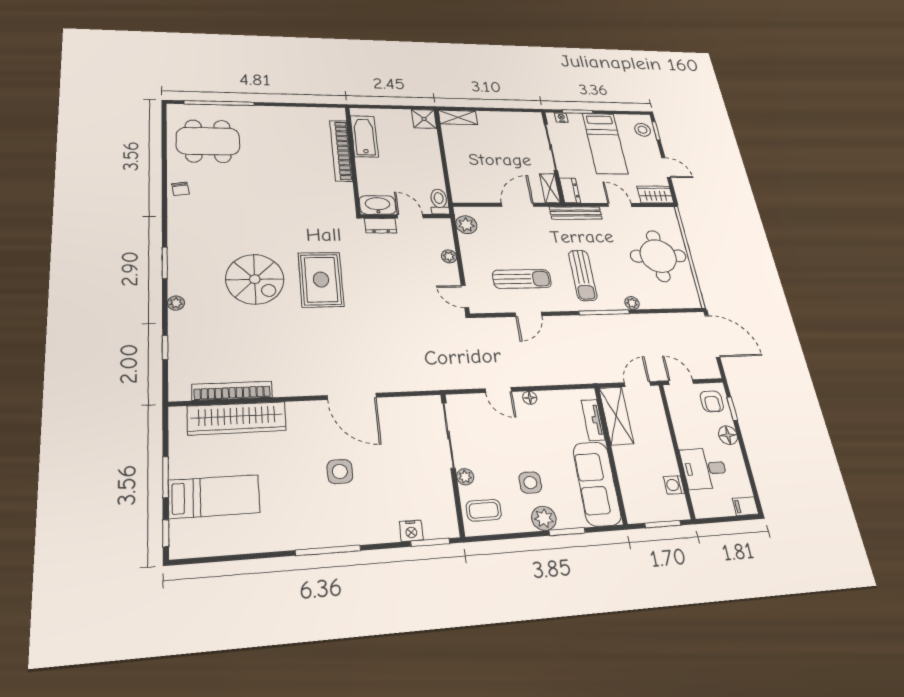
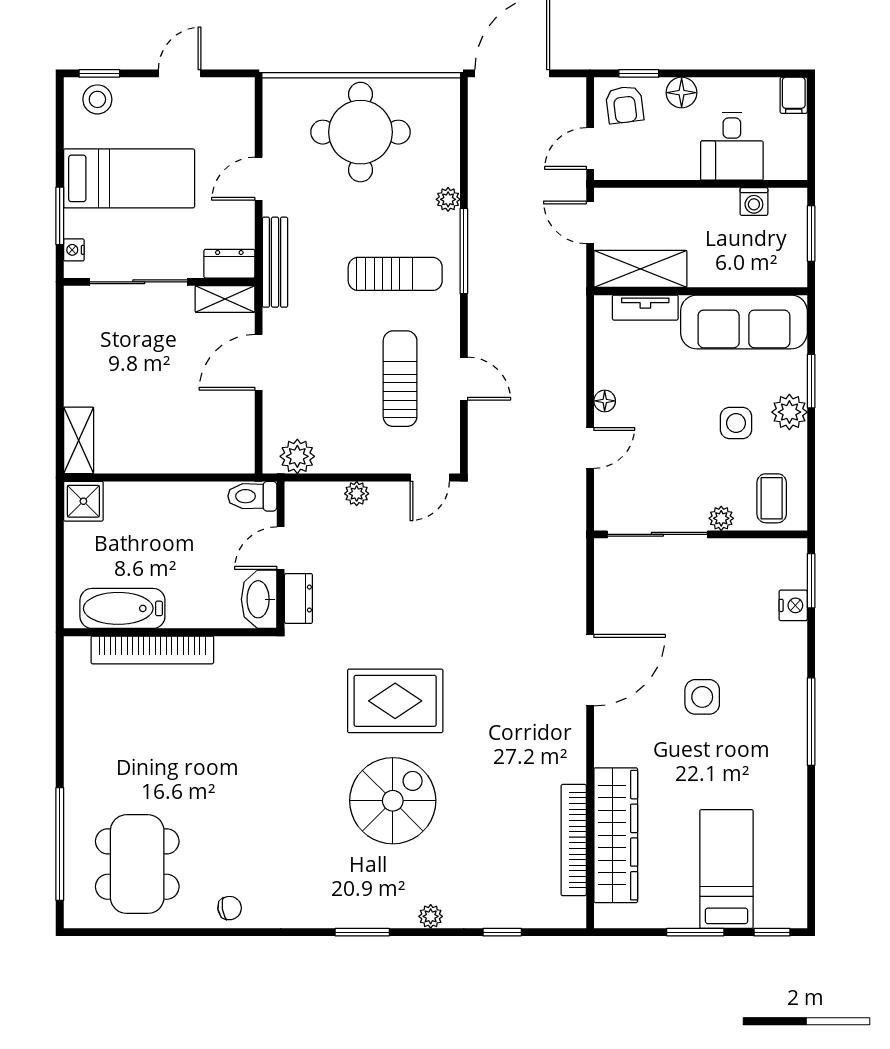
wardrobe: (655, 195) -> (237, 108), removed
door: (518, 205) -> (259, 362), hinge flipped
armchair: (712, 401) -> (625, 105), turned 83

